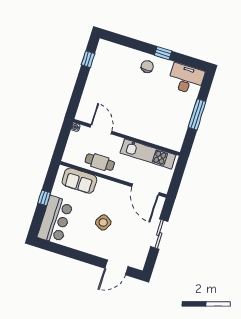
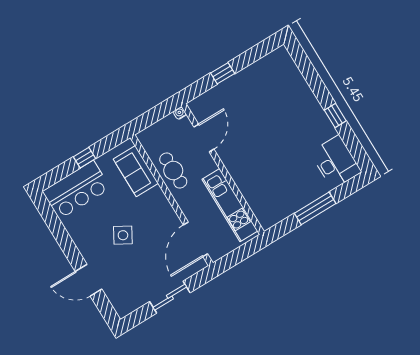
window: (88, 59) -> (223, 73), moved
chair: (147, 67) -> (307, 115), removed
door: (116, 267) -> (89, 280), moved

